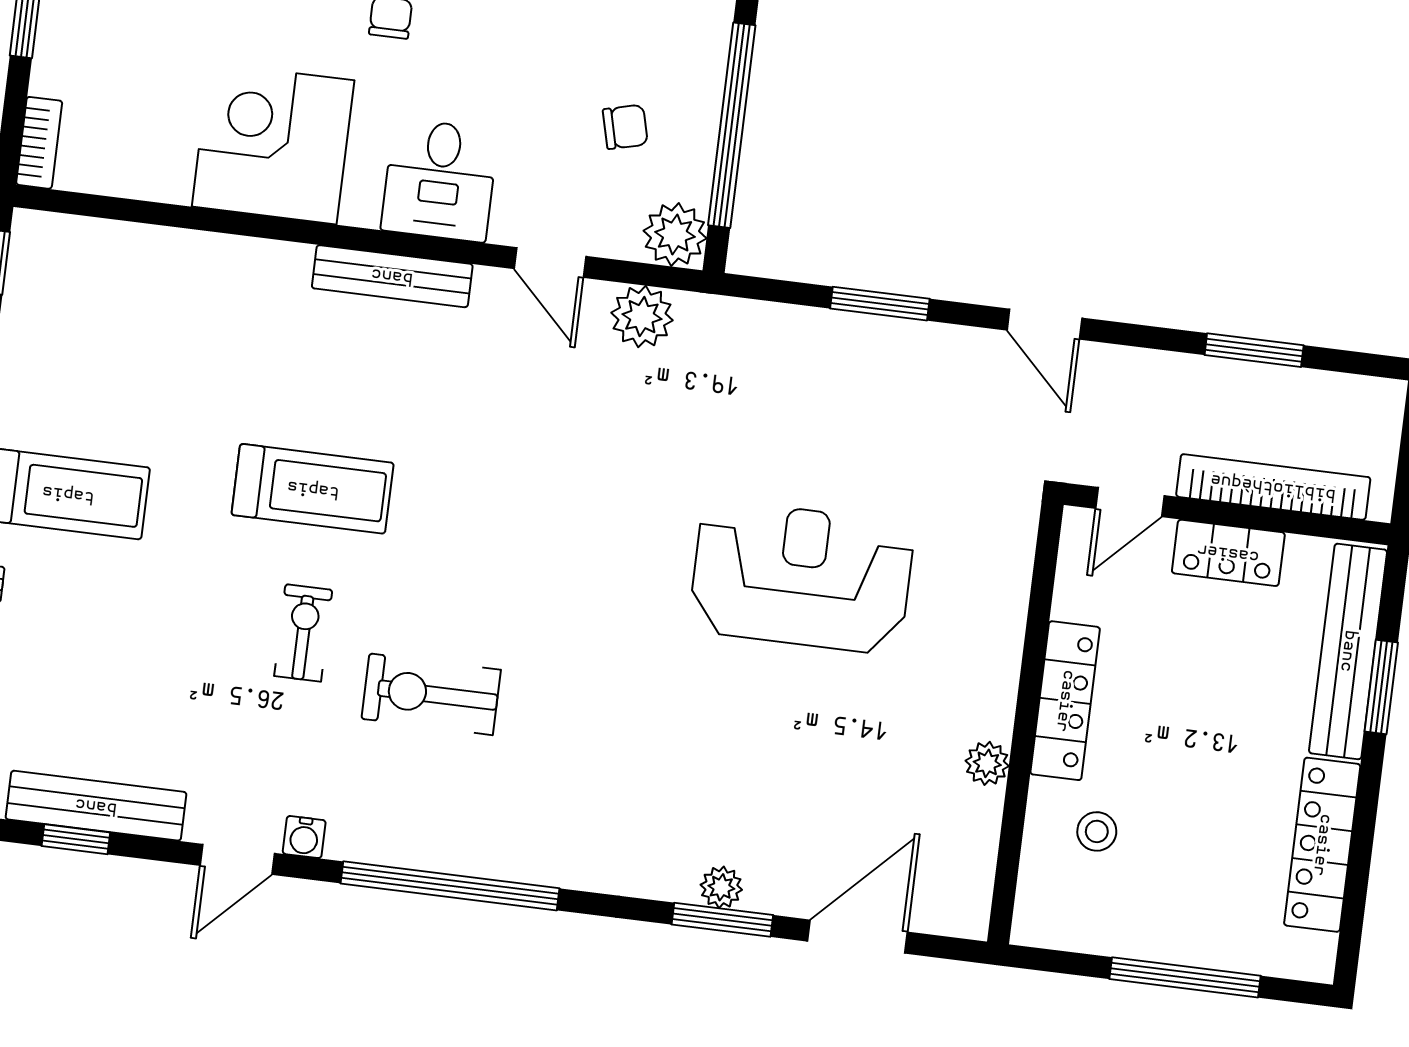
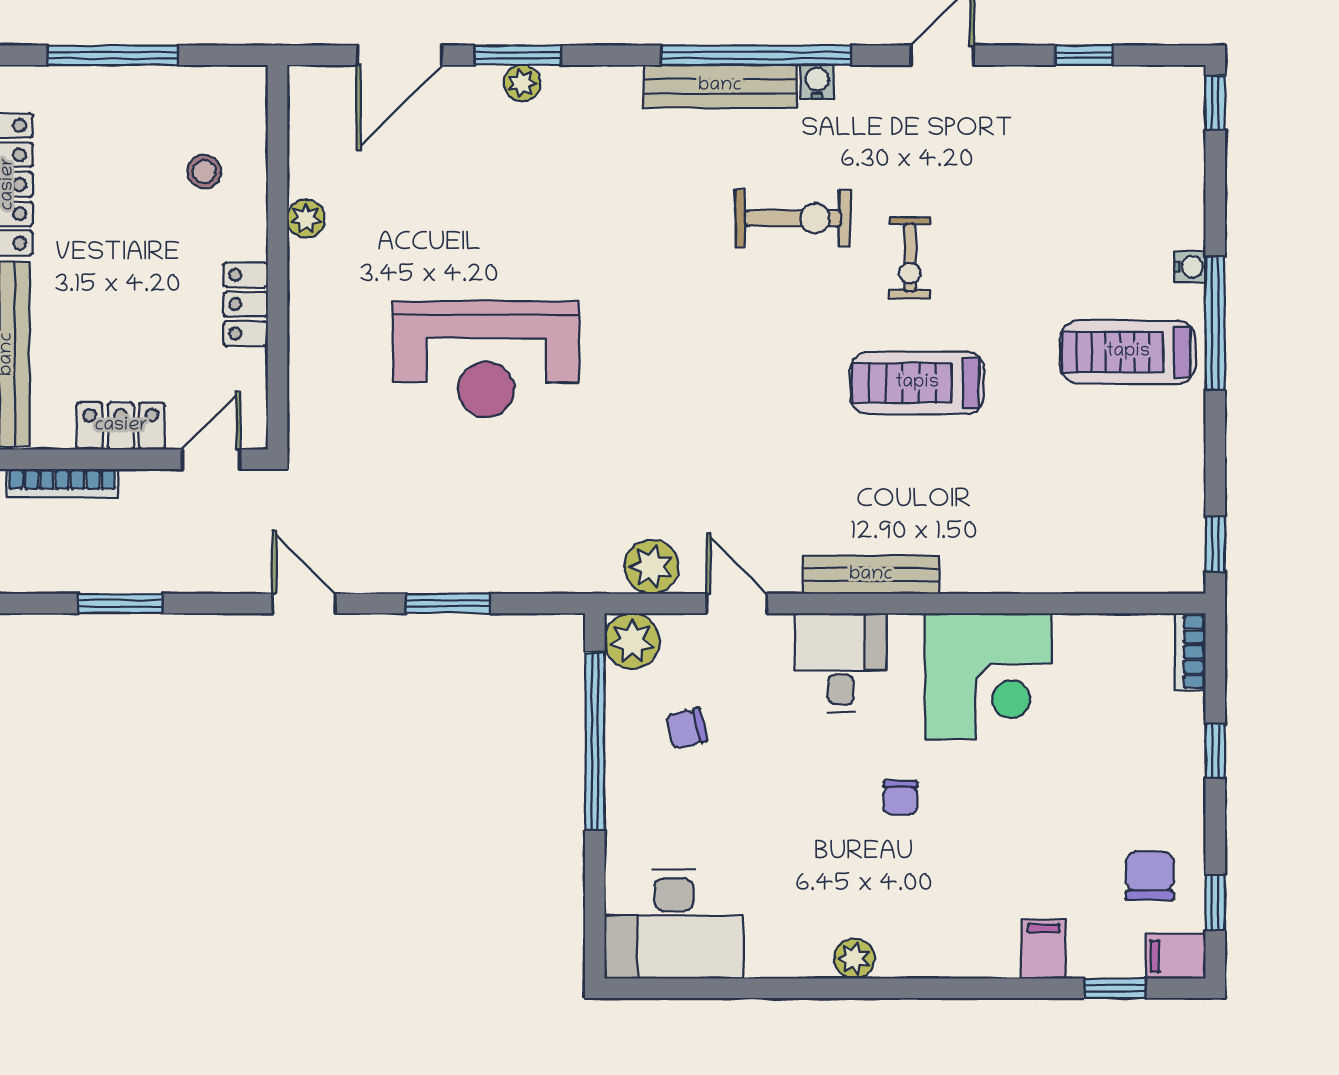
bookcase: (1273, 487) -> (62, 483), width x0.68, depth x0.76
locker: (1065, 701) -> (246, 304), width x0.66
bench: (96, 806) -> (720, 86), moved
water cooler: (304, 837) -> (817, 82), moved

